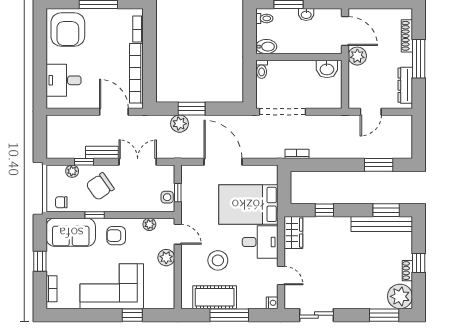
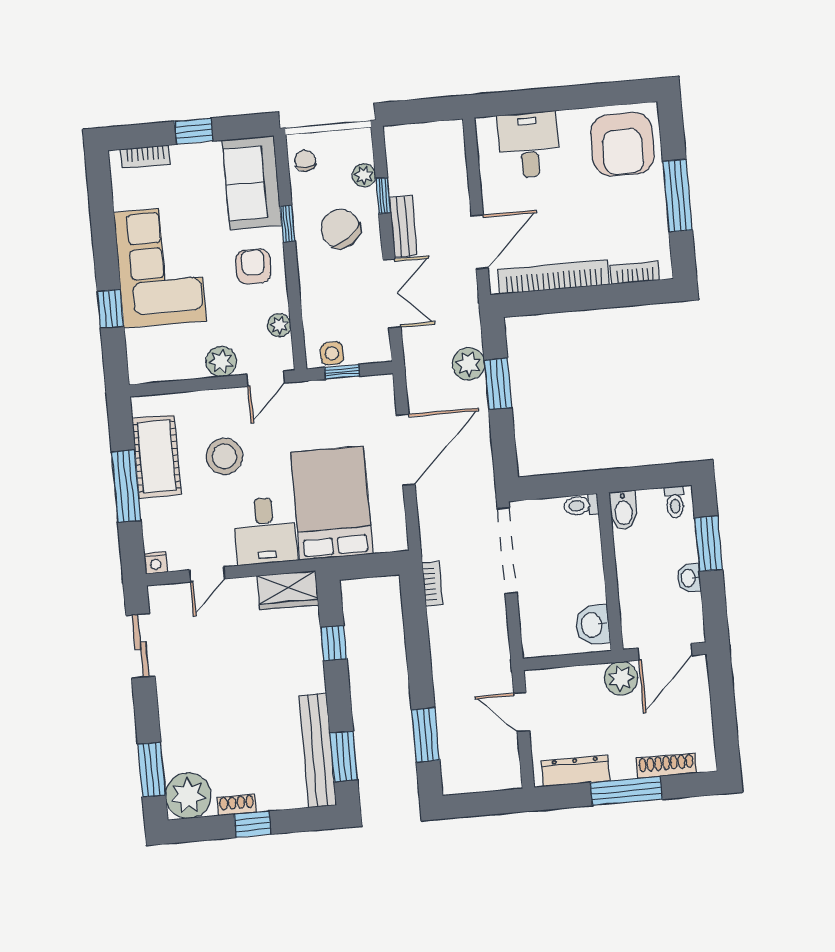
armchair: (68, 29) -> (622, 144), turned -90

